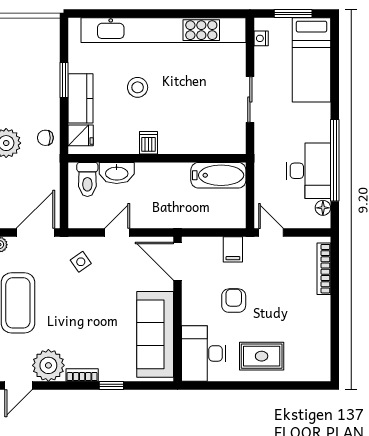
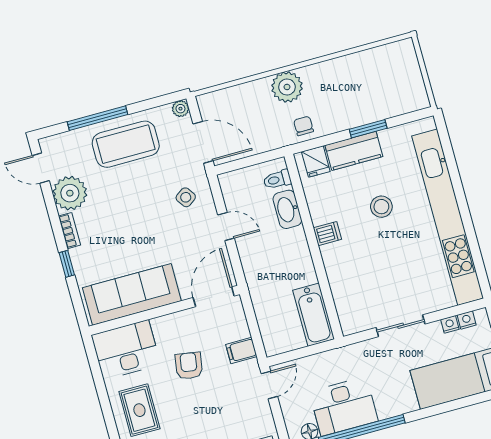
nightstand: (261, 55) -> (450, 324), added
toilet: (87, 179) -> (277, 180), width x0.73, depth x0.72
armchair: (234, 301) -> (189, 366), turned -81

